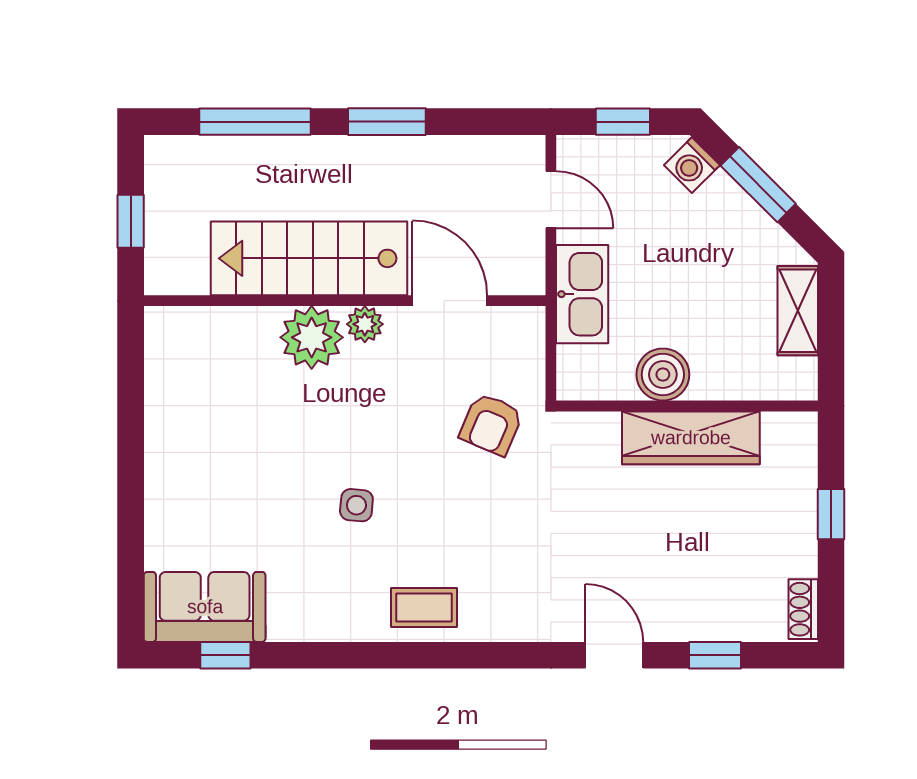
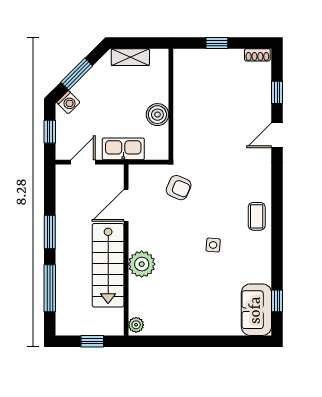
plant: (365, 324) -> (136, 325), moved
wardrobe: (691, 438) -> (184, 103), removed

